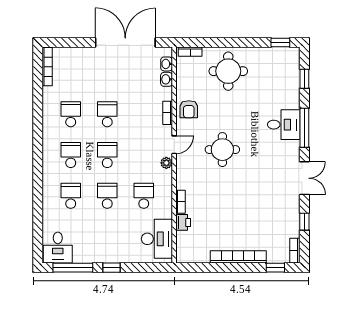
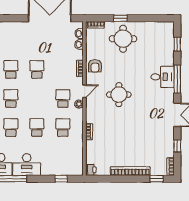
window: (280, 42) -> (120, 18), moved
school desk: (107, 155) -> (63, 98), moved
printer: (183, 222) -> (91, 170), moved
desk: (157, 239) -> (27, 165), moved, turned 90
window: (112, 268) -> (61, 179), moved

